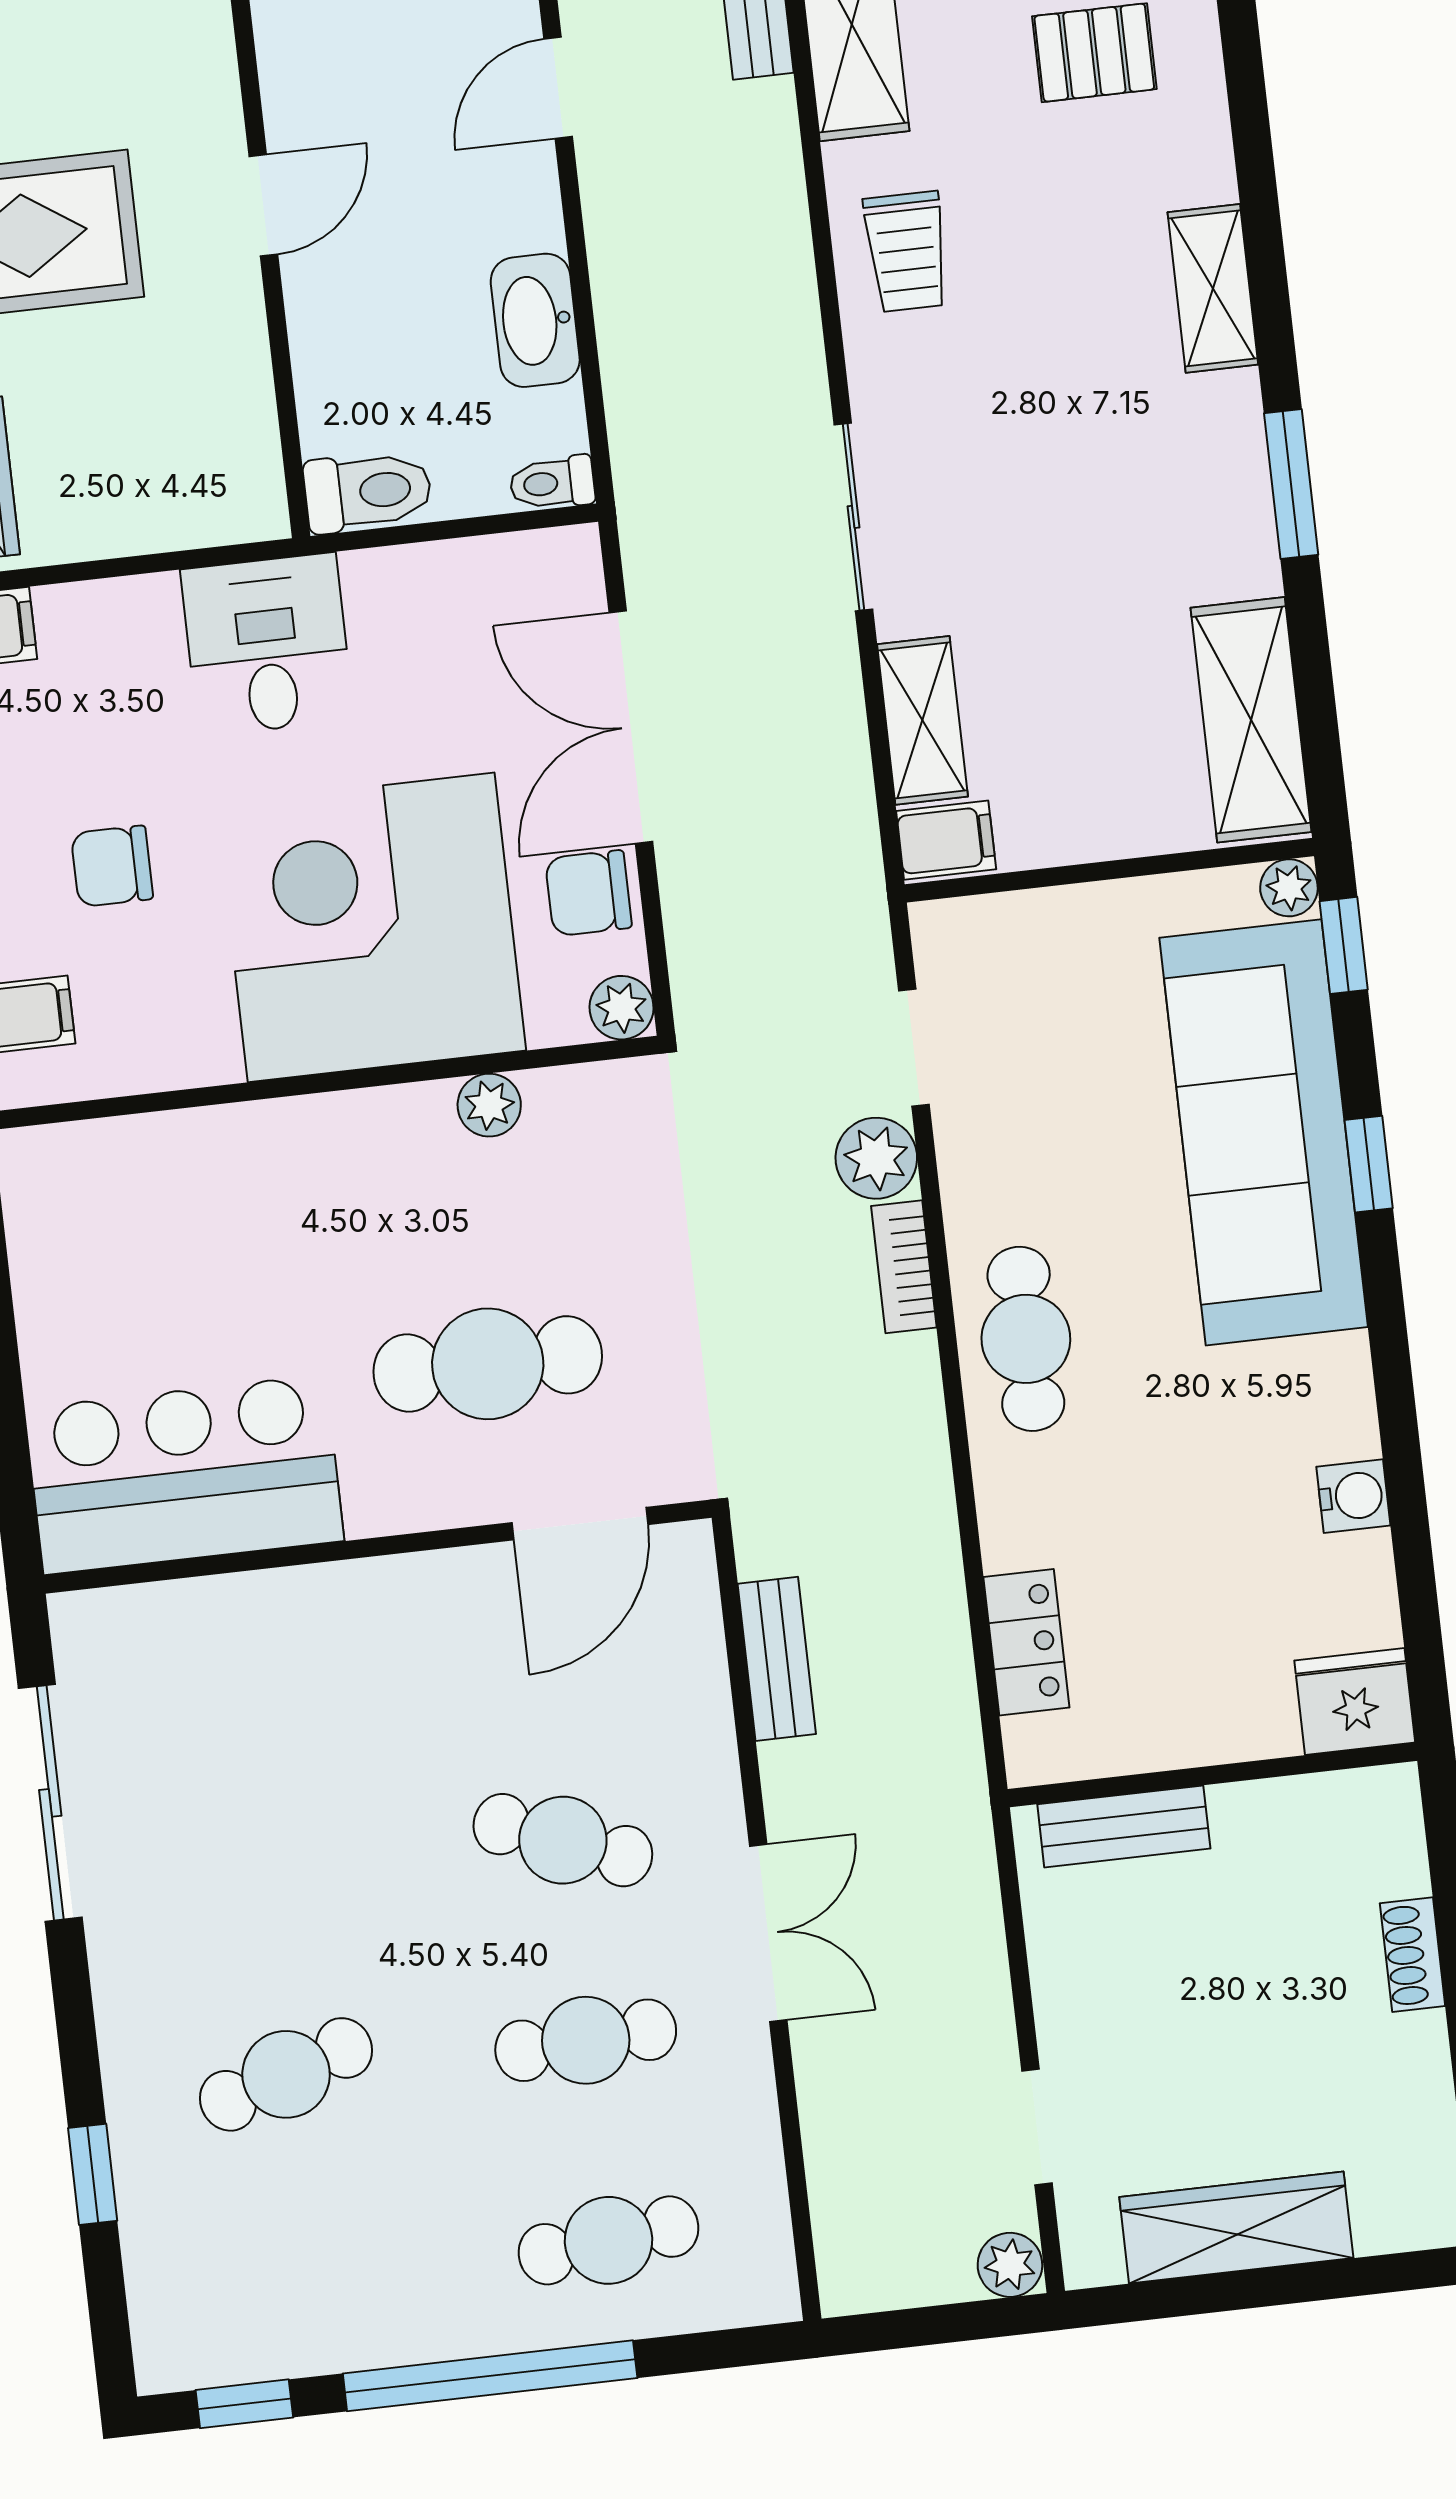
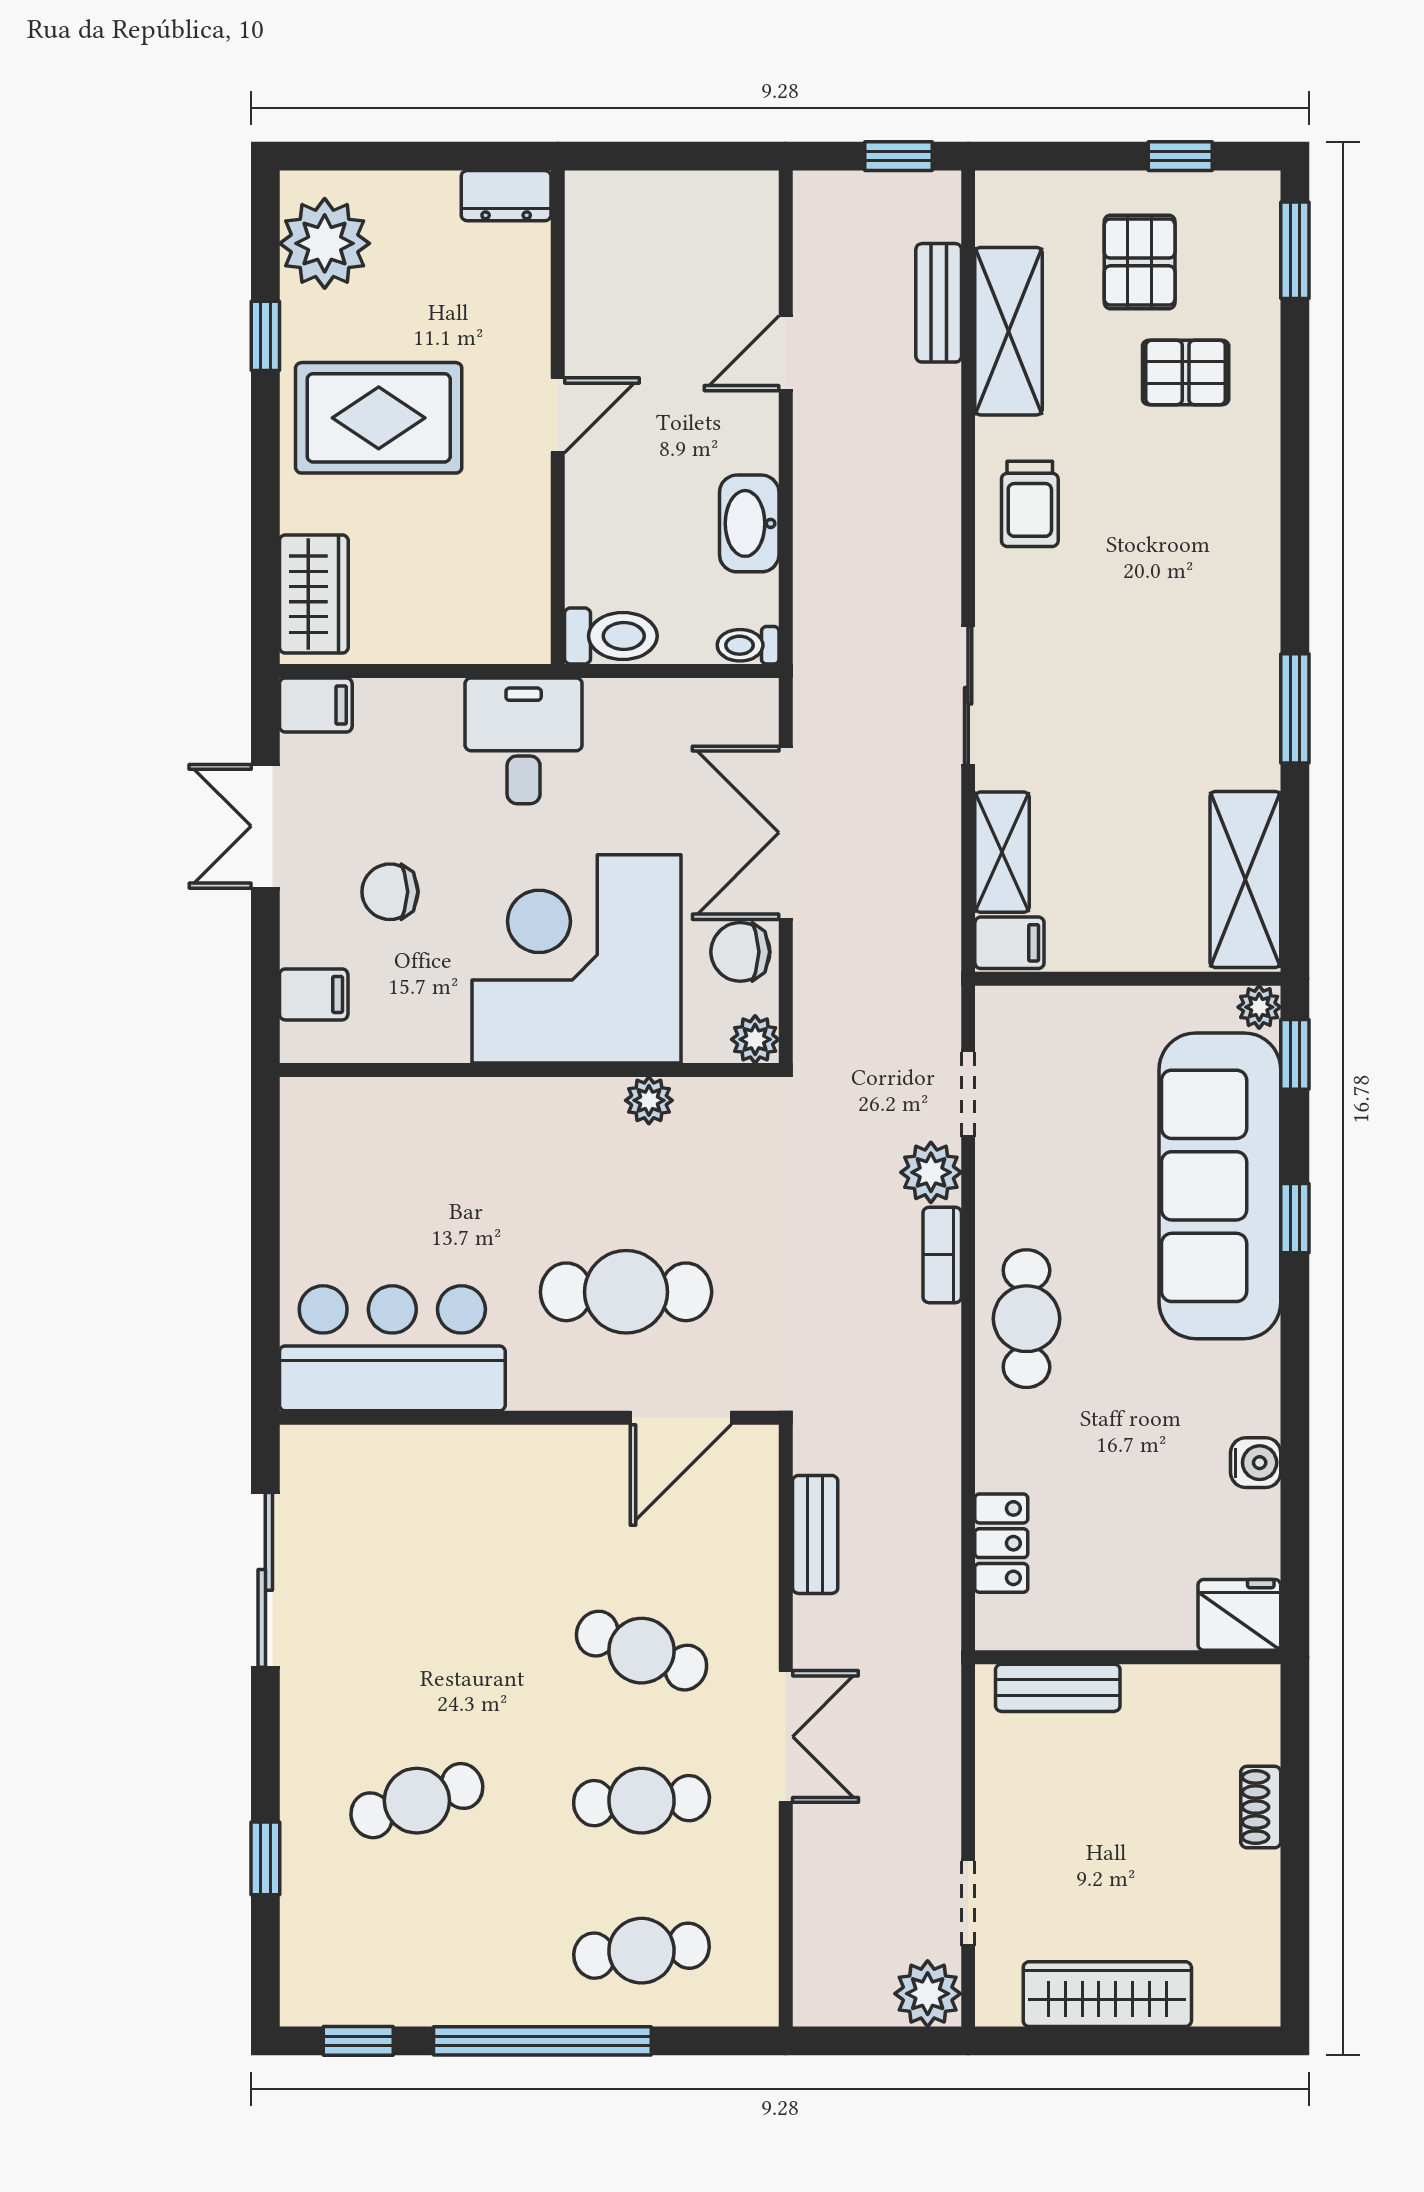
shelving: (1213, 288) -> (1253, 557), removed
plant: (1010, 2265) -> (928, 1994), width x1.38, depth x1.38

